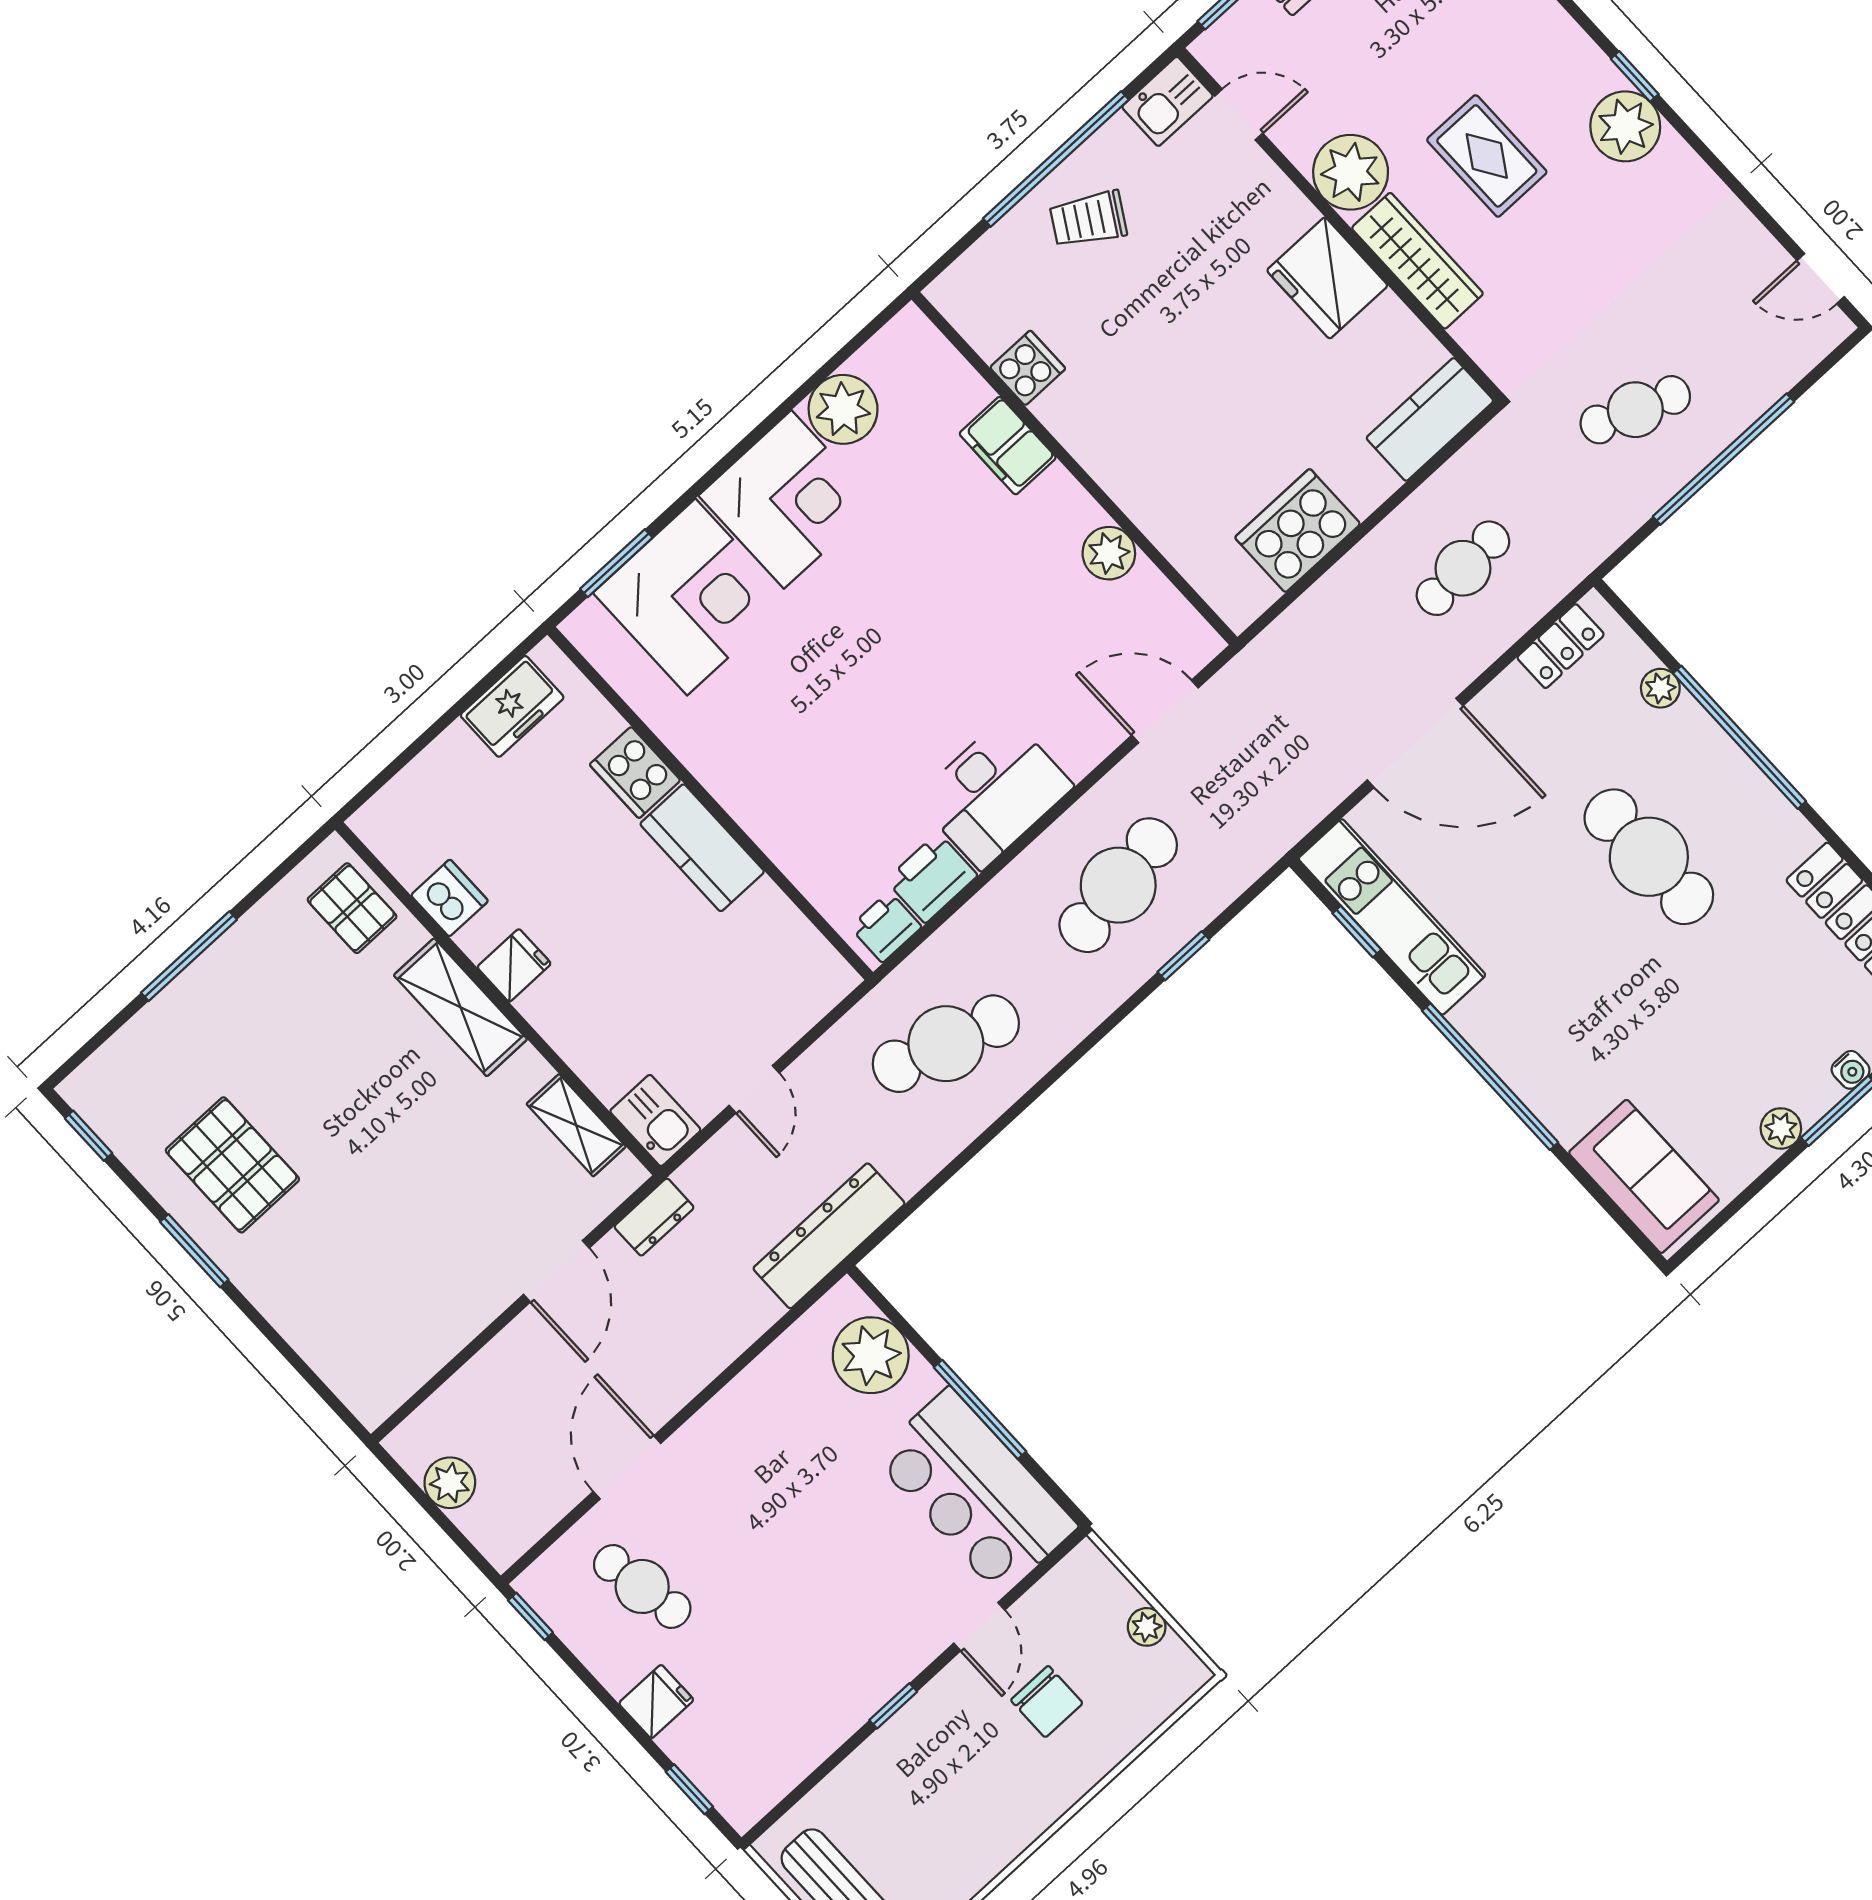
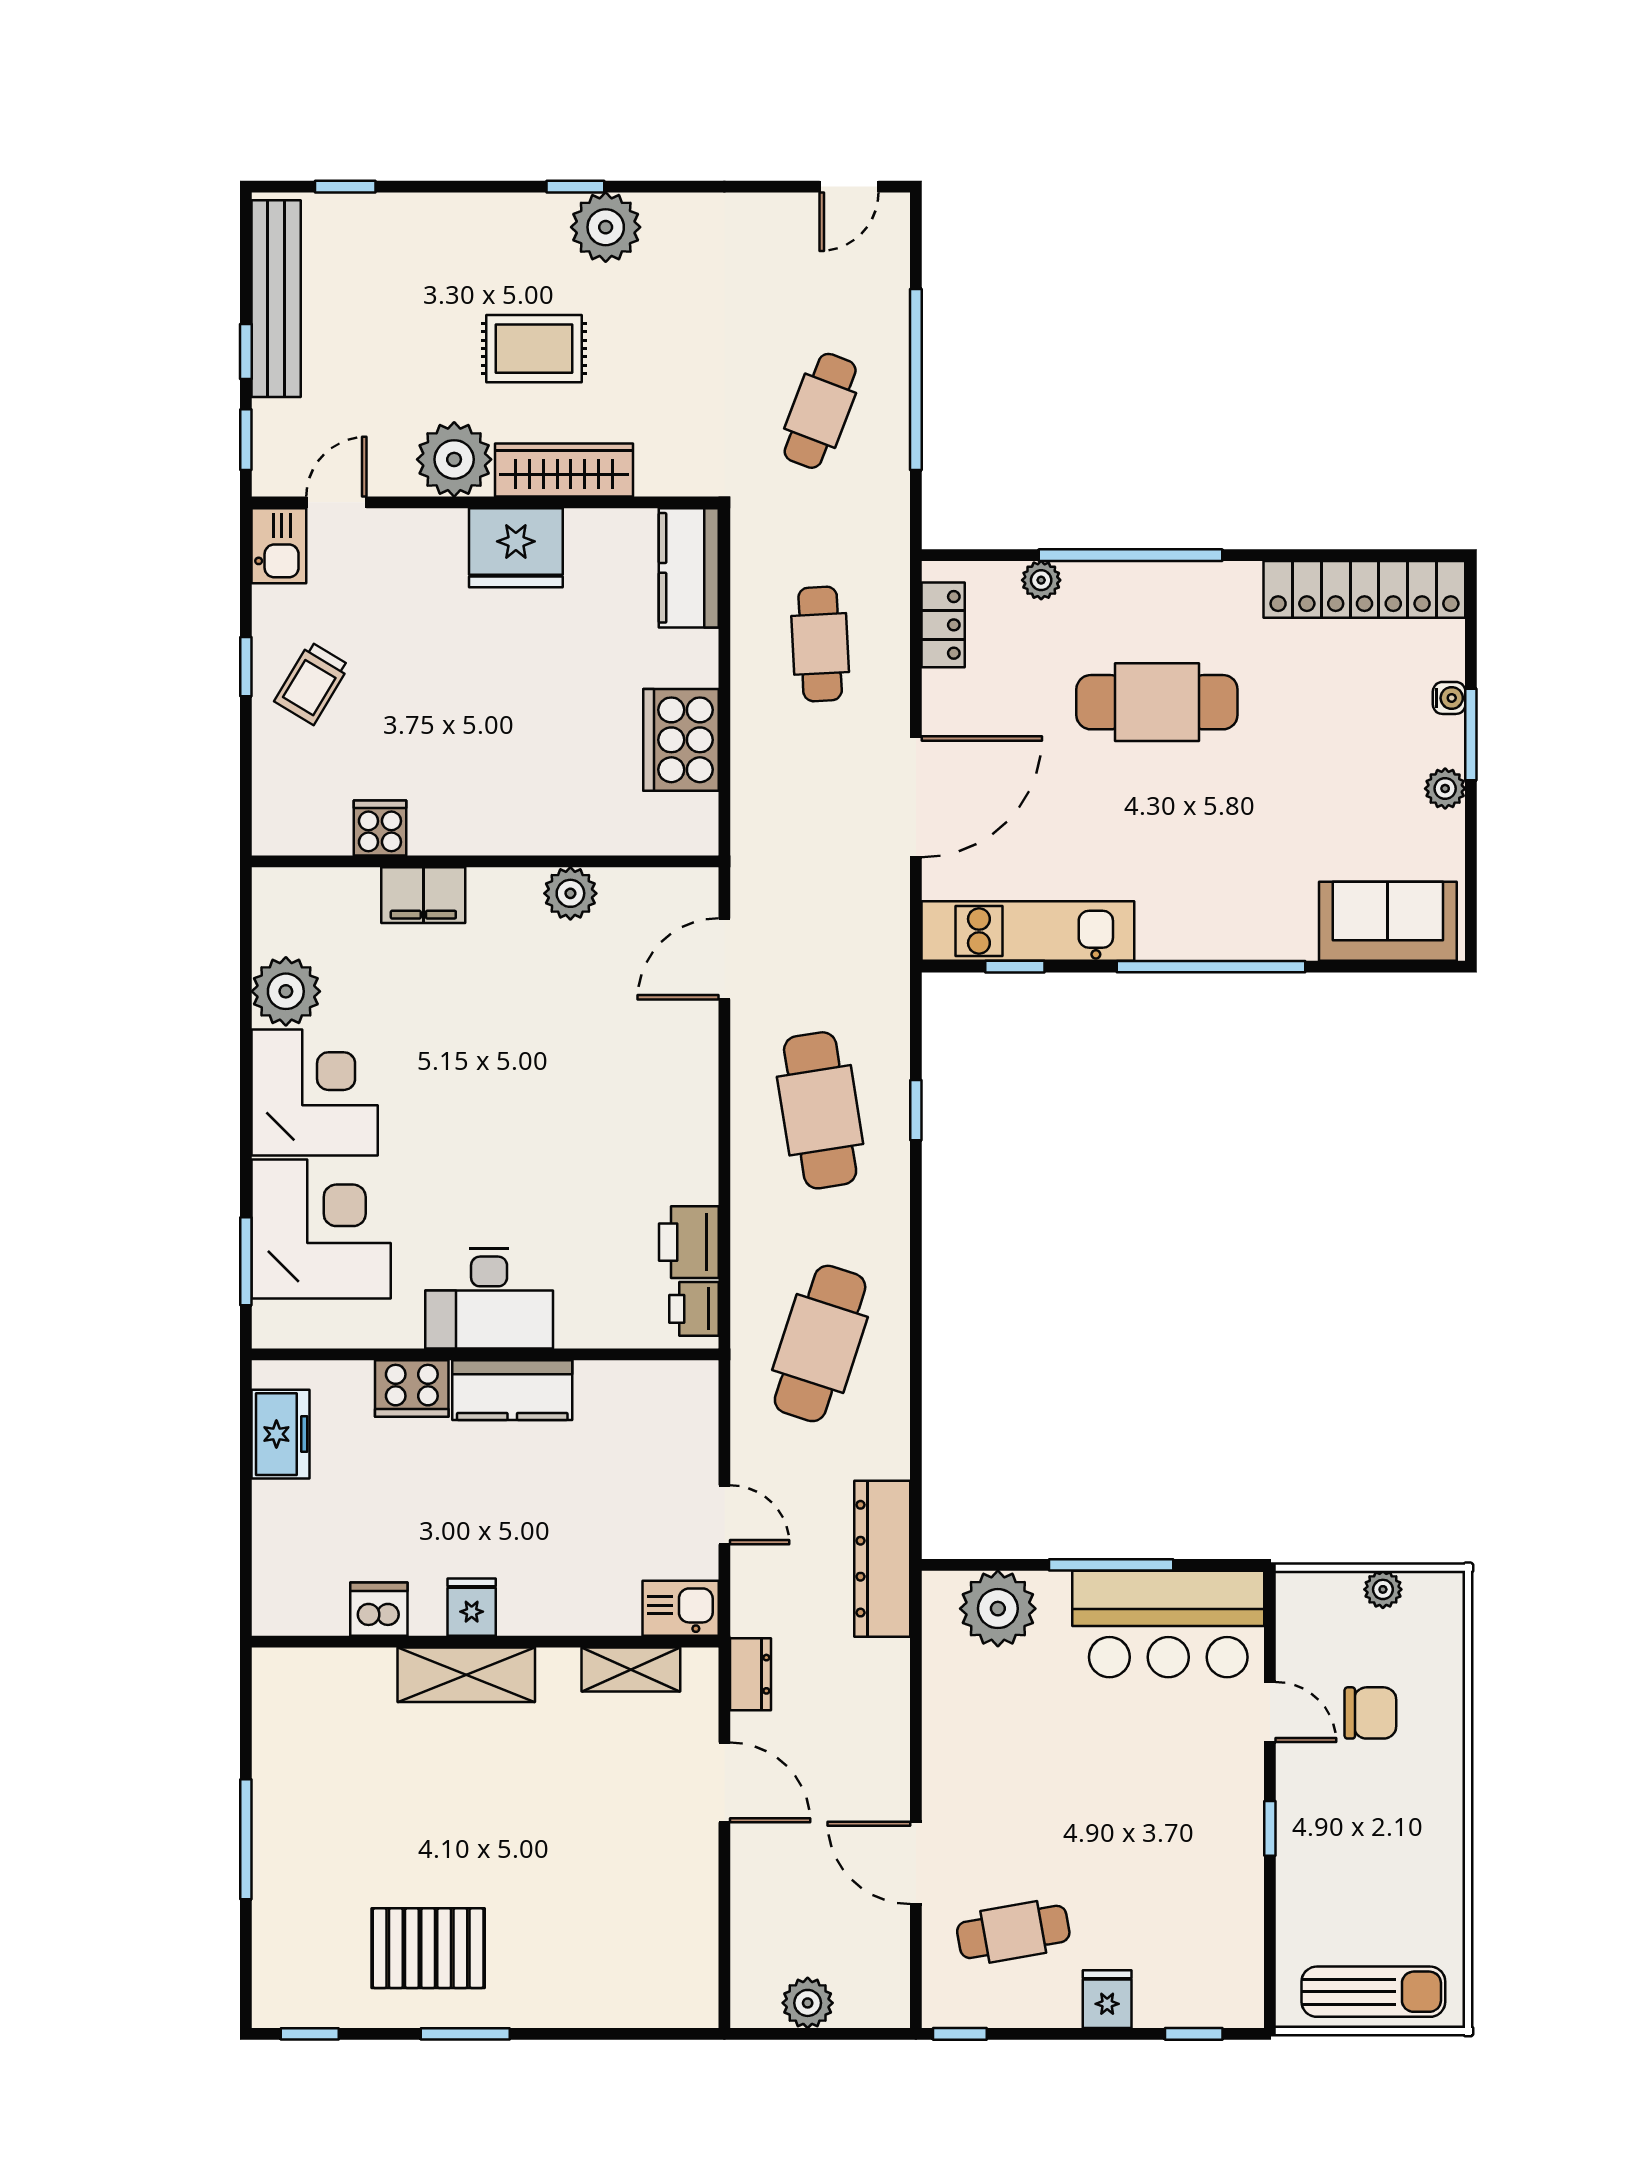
window: (1056, 159) -> (246, 667), width x0.32
desk: (994, 792) -> (489, 1299), moved, turned 90
pallet: (352, 908) -> (320, 1687), removed

